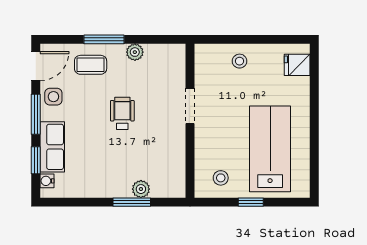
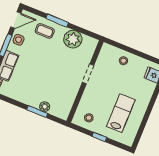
plant: (135, 52) -> (73, 39), width x1.88, depth x1.88
wheelchair: (122, 113) -> (51, 63), removed
lab bench: (270, 149) -> (121, 113), width x0.73, depth x0.72

